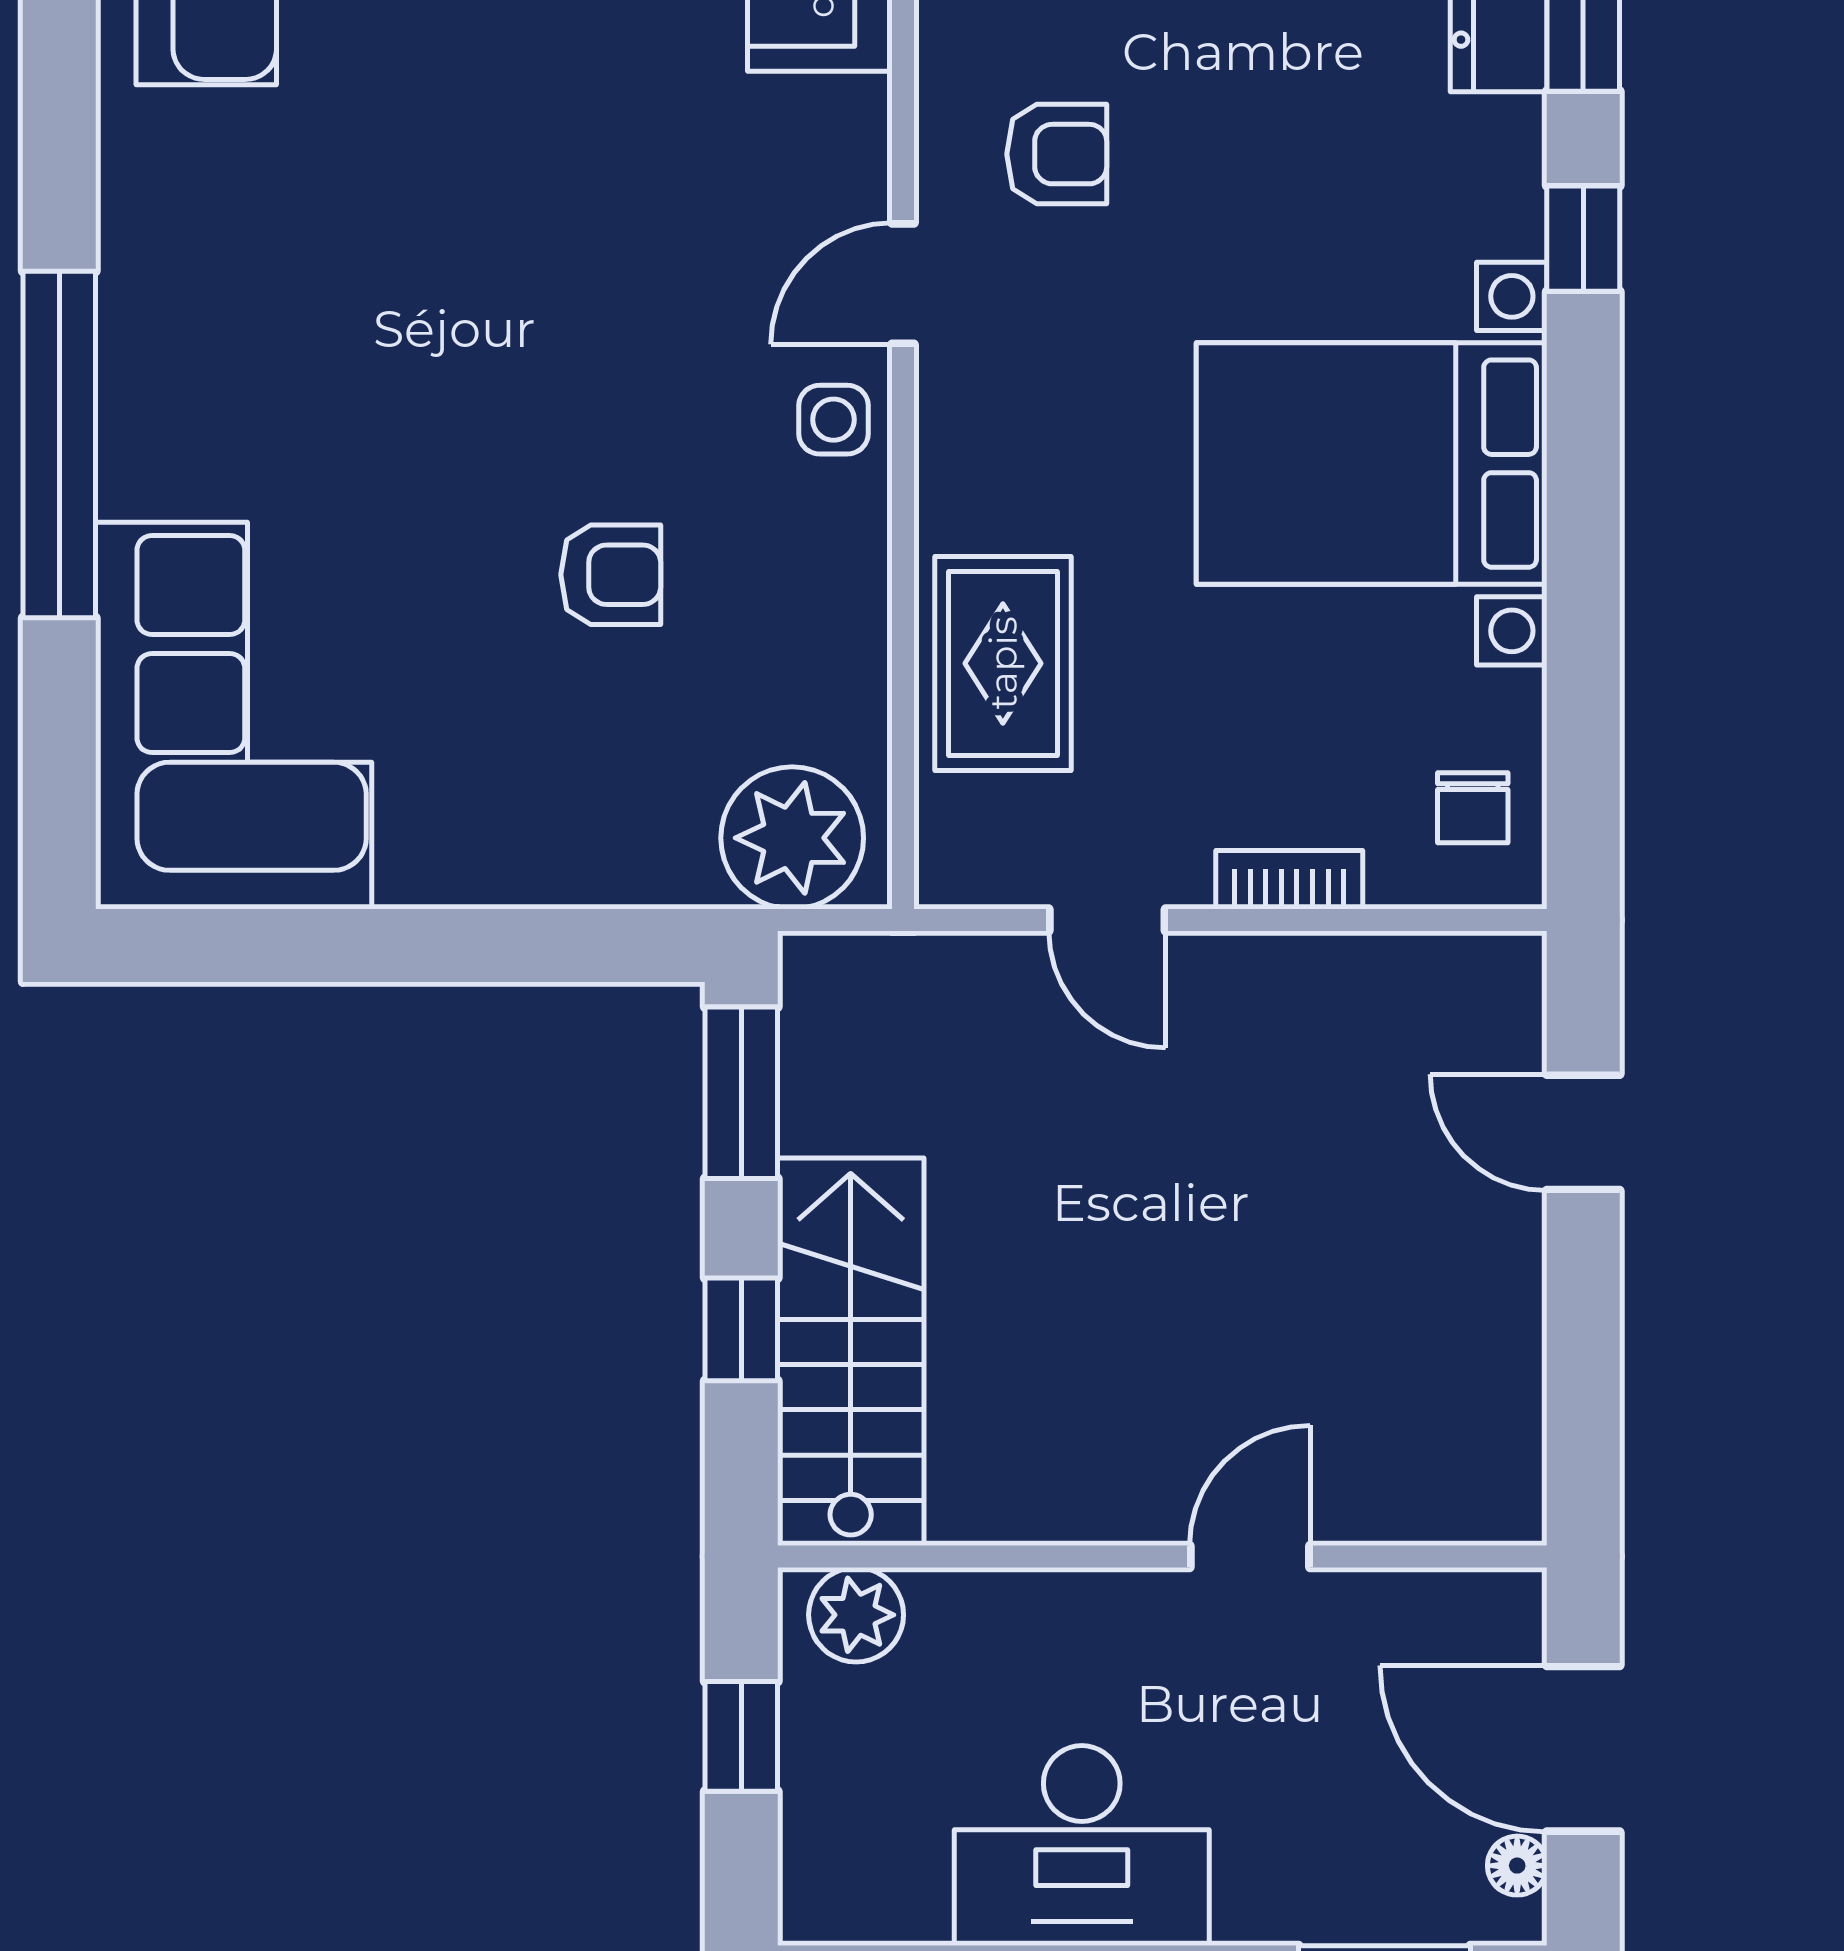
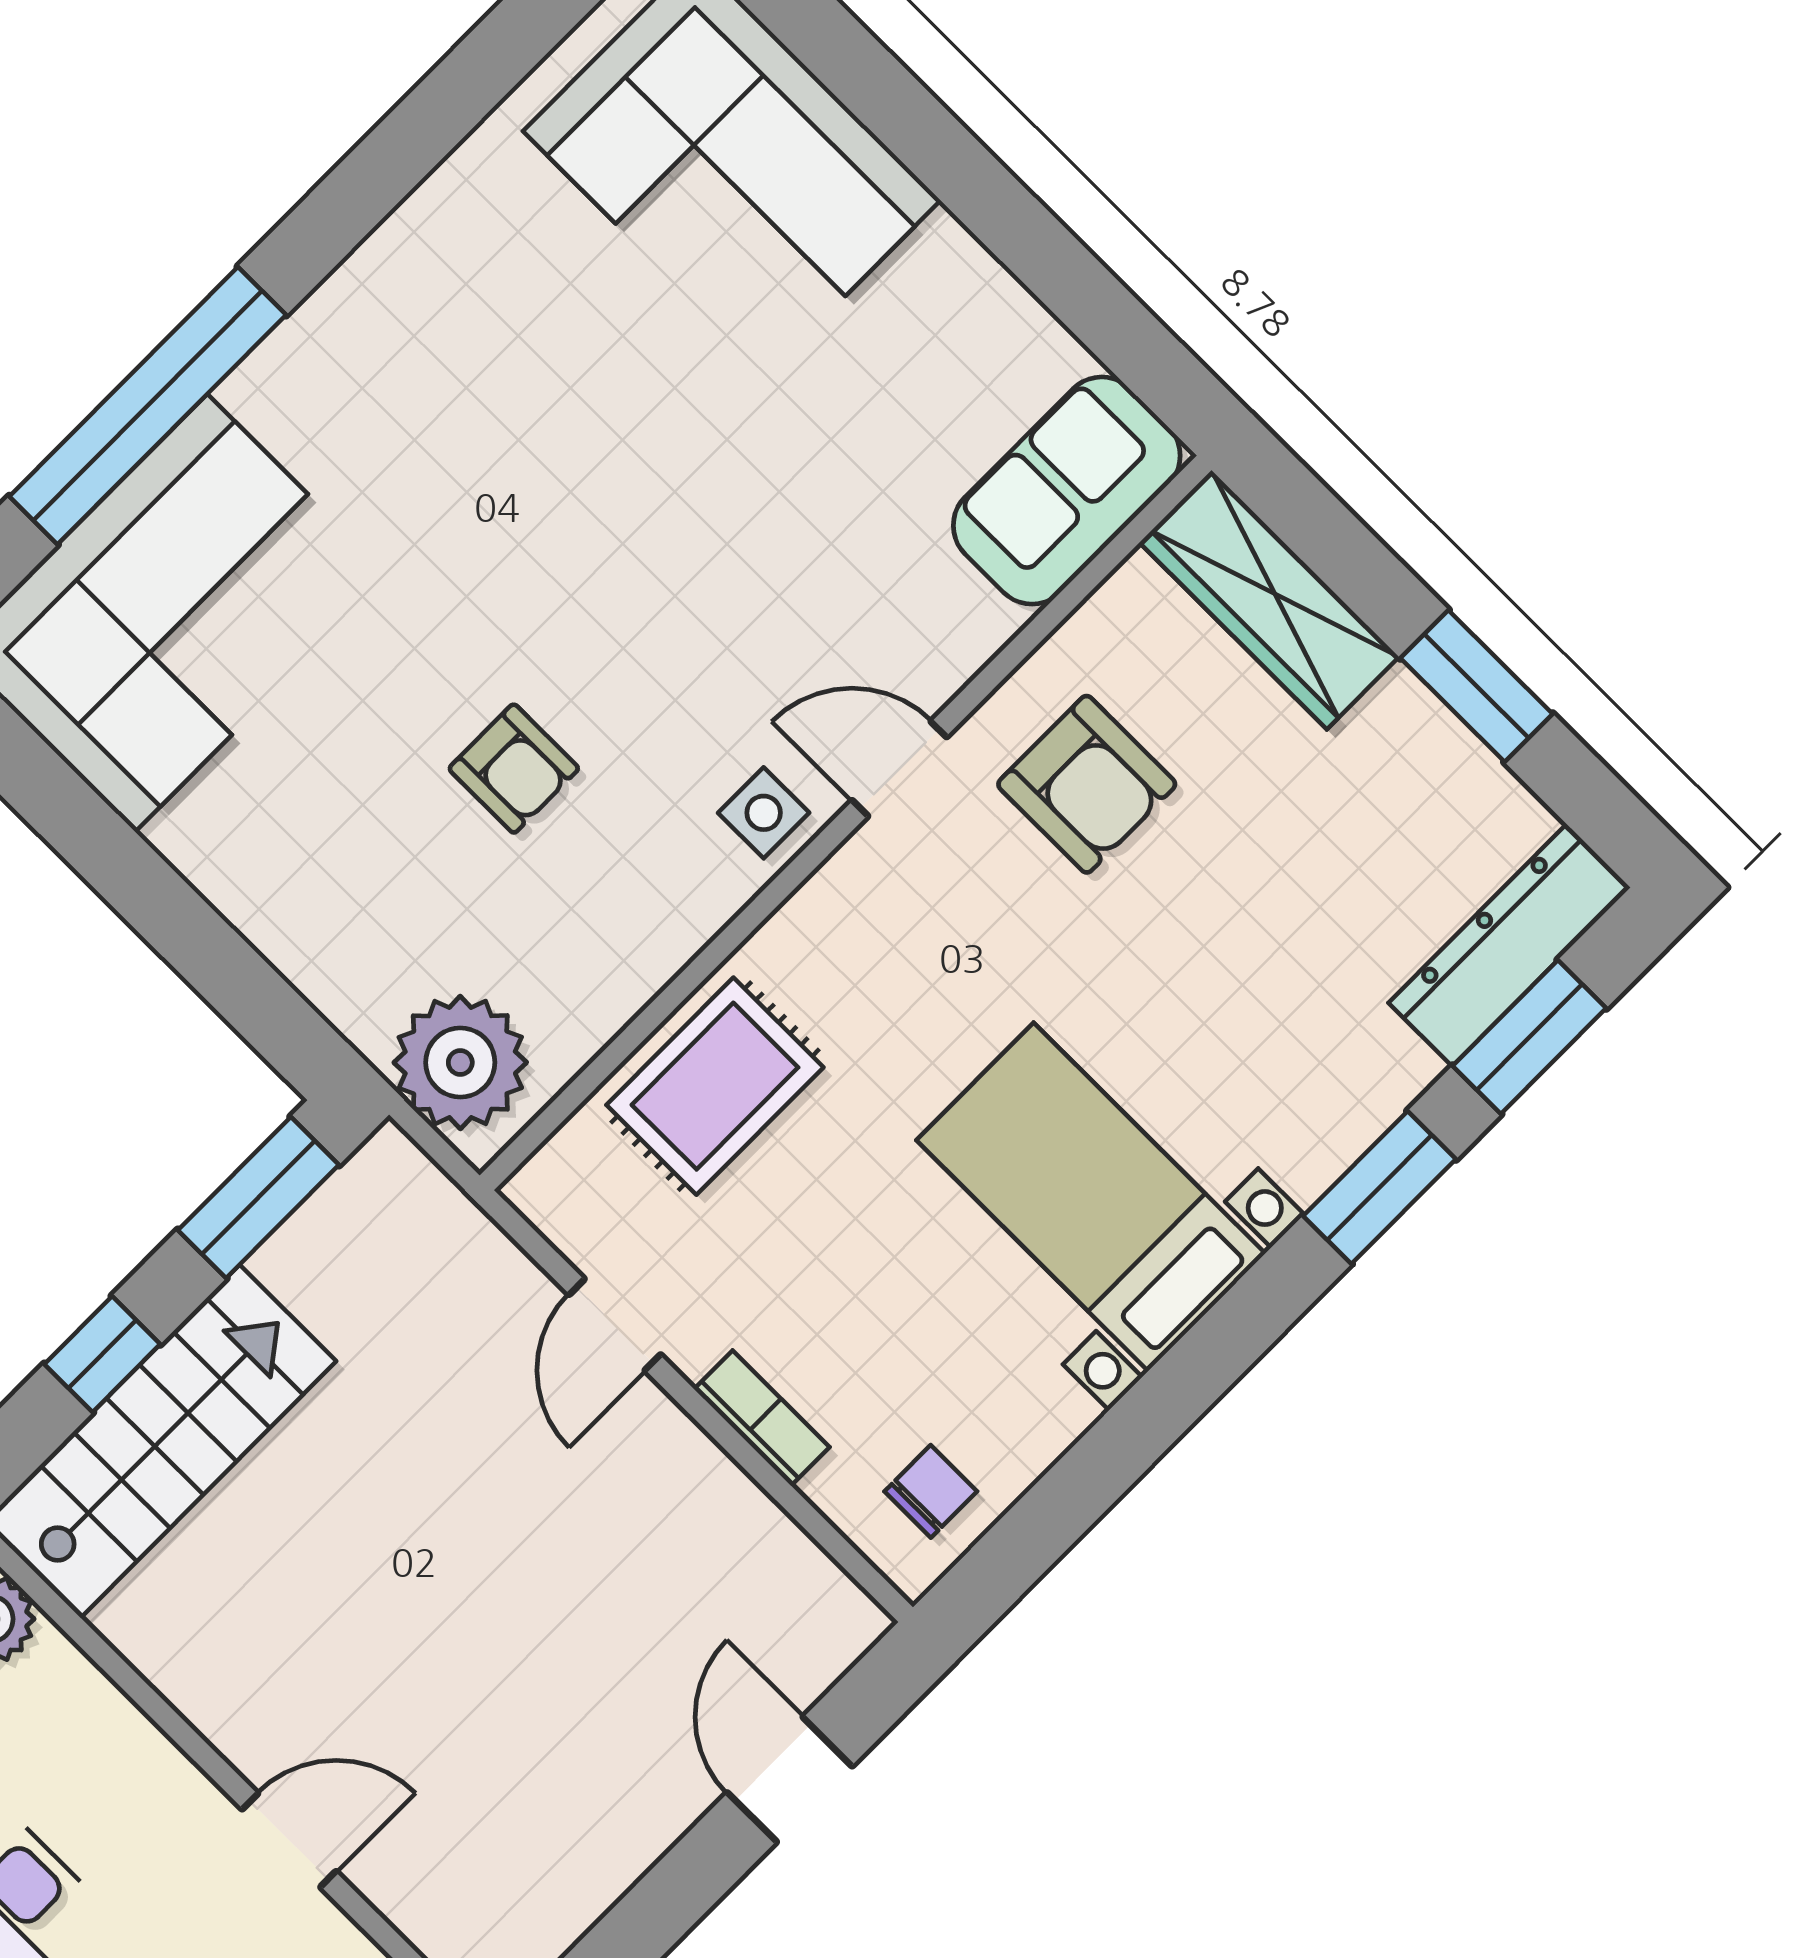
armchair: (1057, 154) -> (1087, 784), width x1.38, depth x1.38
window: (1583, 239) -> (1379, 1188), width x1.50
window: (59, 445) -> (148, 406), moved
bed with nightstands: (1372, 464) -> (1091, 1197), width x0.73
chair: (1473, 808) -> (931, 1491), turned 180

